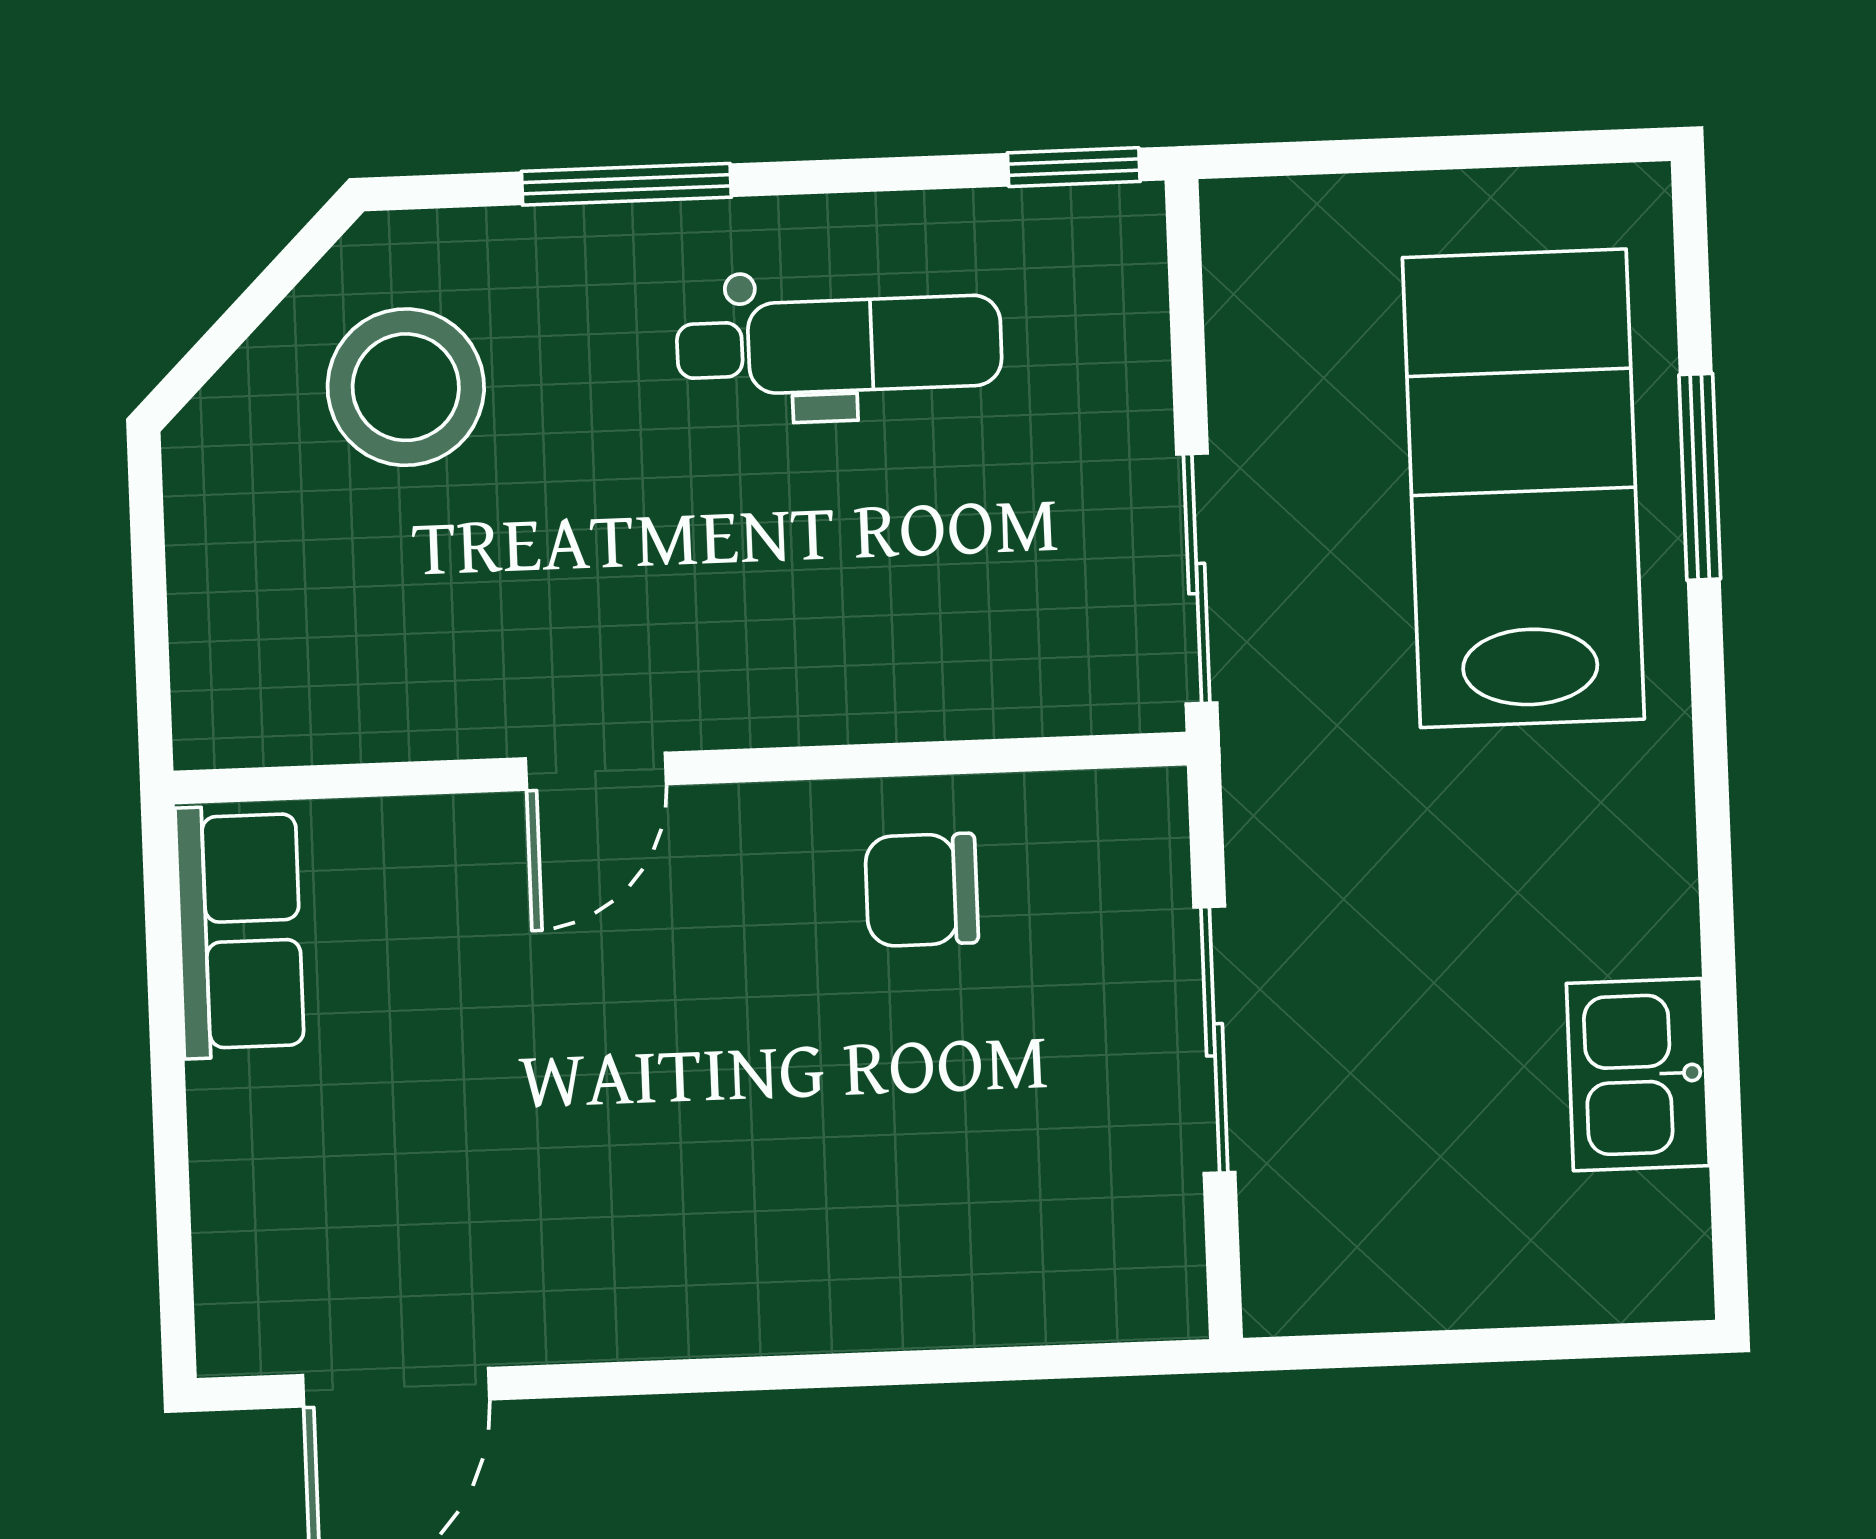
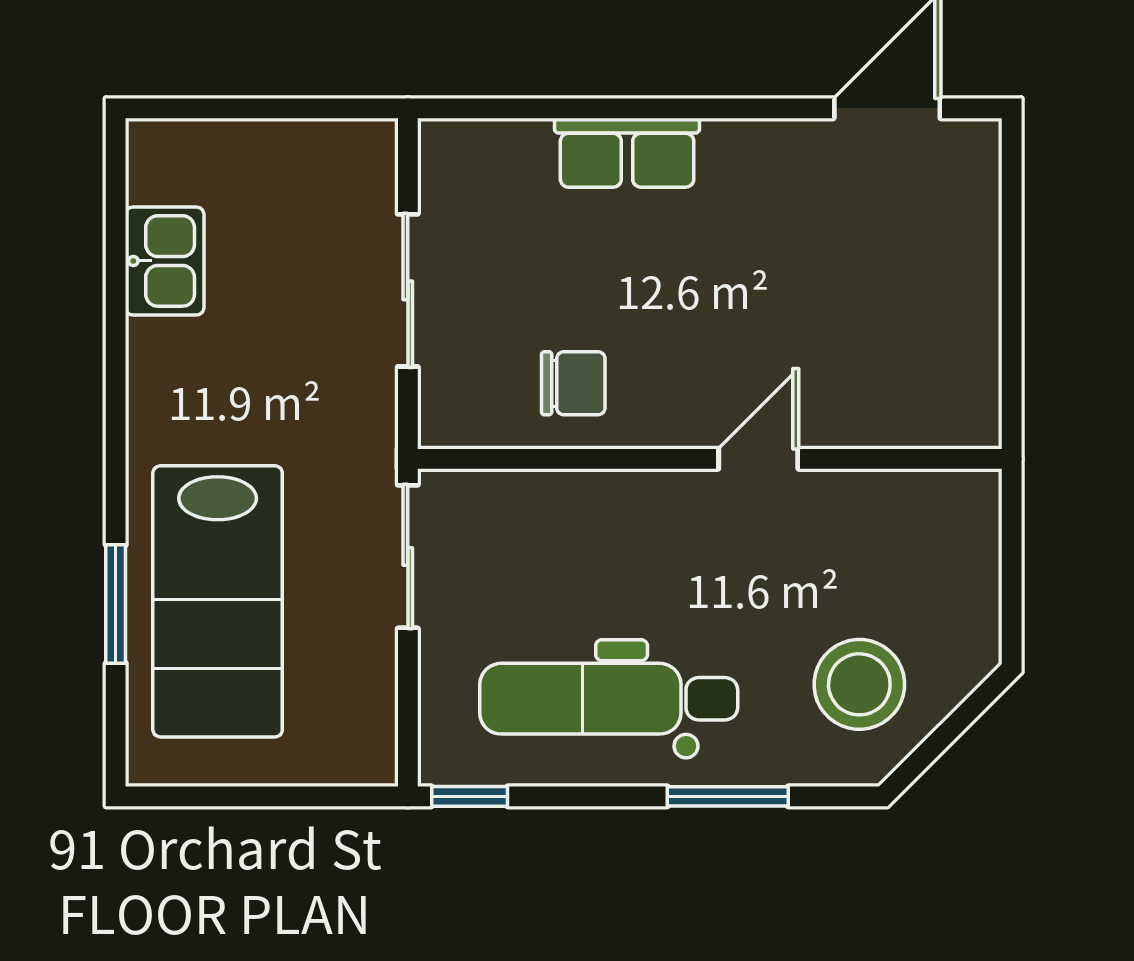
dental chair: (839, 346) -> (609, 699), width x1.36, depth x1.38
row of seats: (240, 931) -> (627, 153), moved, turned -90

